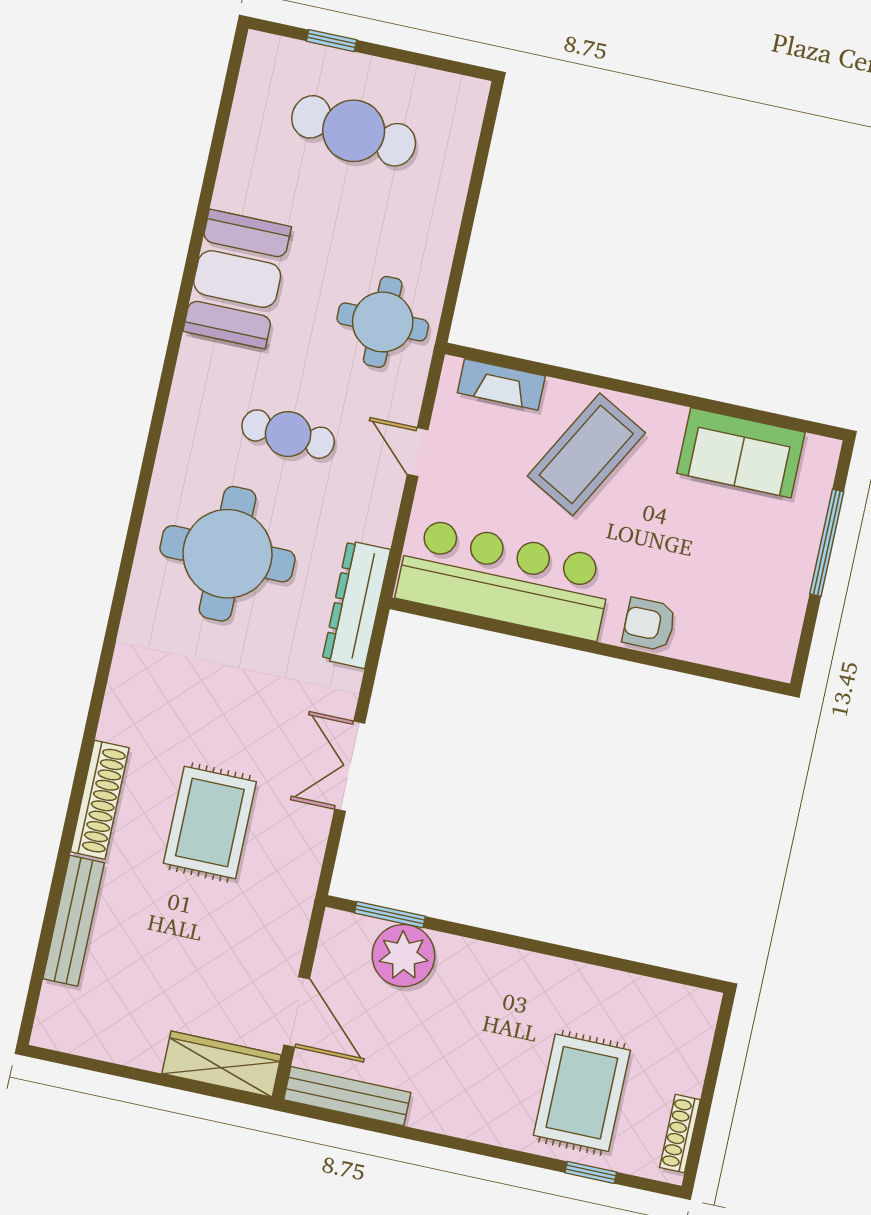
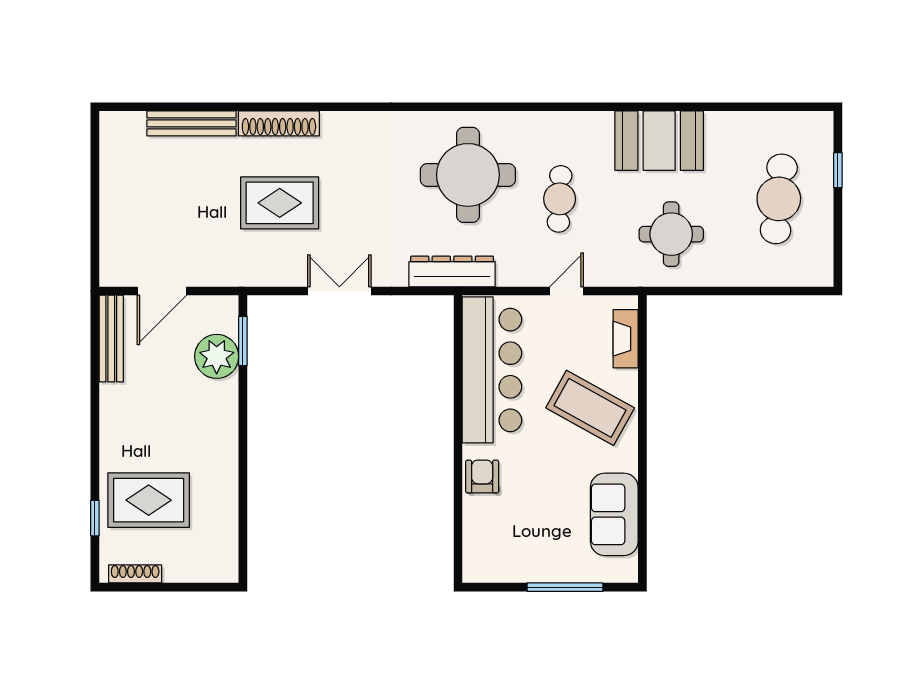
round table: (383, 322) -> (671, 234), moved
wardrobe: (222, 1064) -> (115, 247), removed

